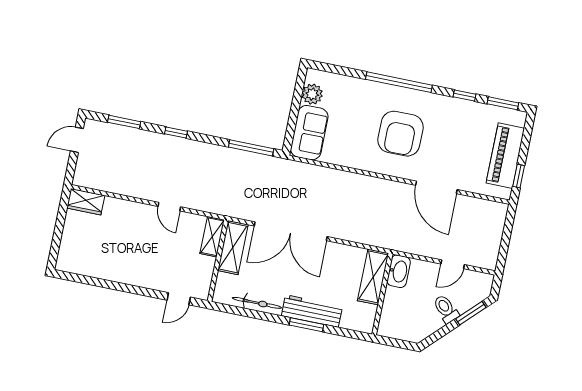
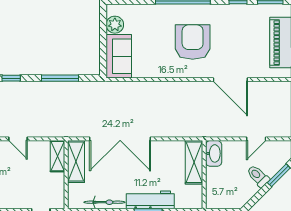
armchair: (401, 134) -> (193, 42), turned 180
window: (251, 148) -> (60, 78), moved

